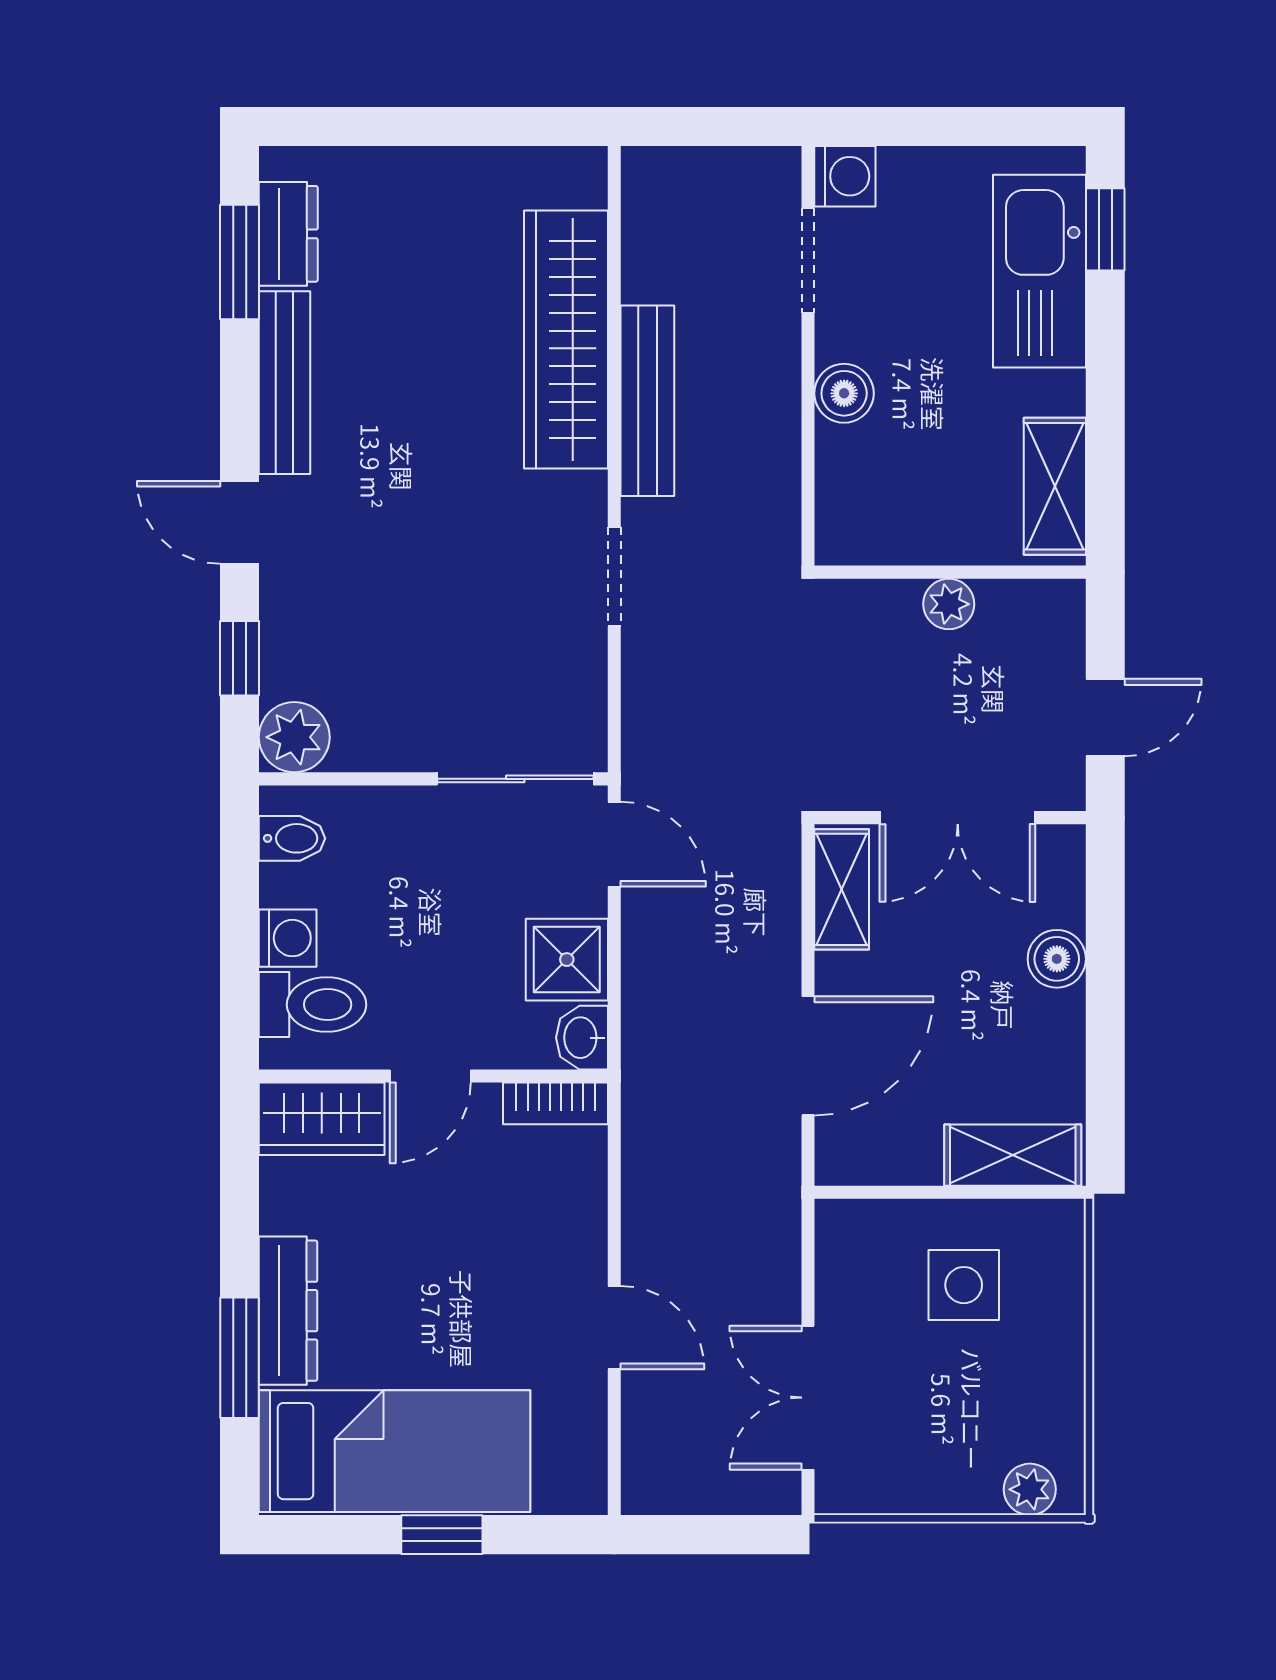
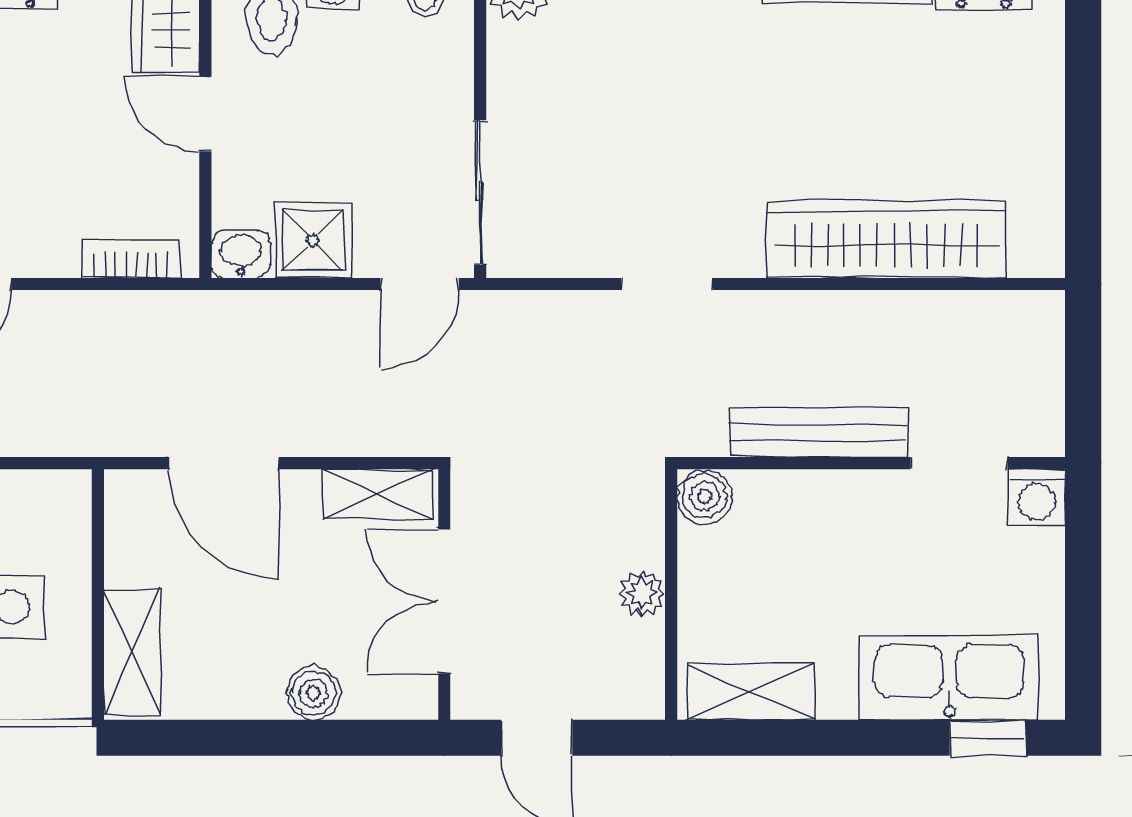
boiler: (844, 393) -> (704, 496), moved
bench: (647, 401) -> (818, 432), moved
bookcase: (555, 1103) -> (131, 259), moved, turned 90

